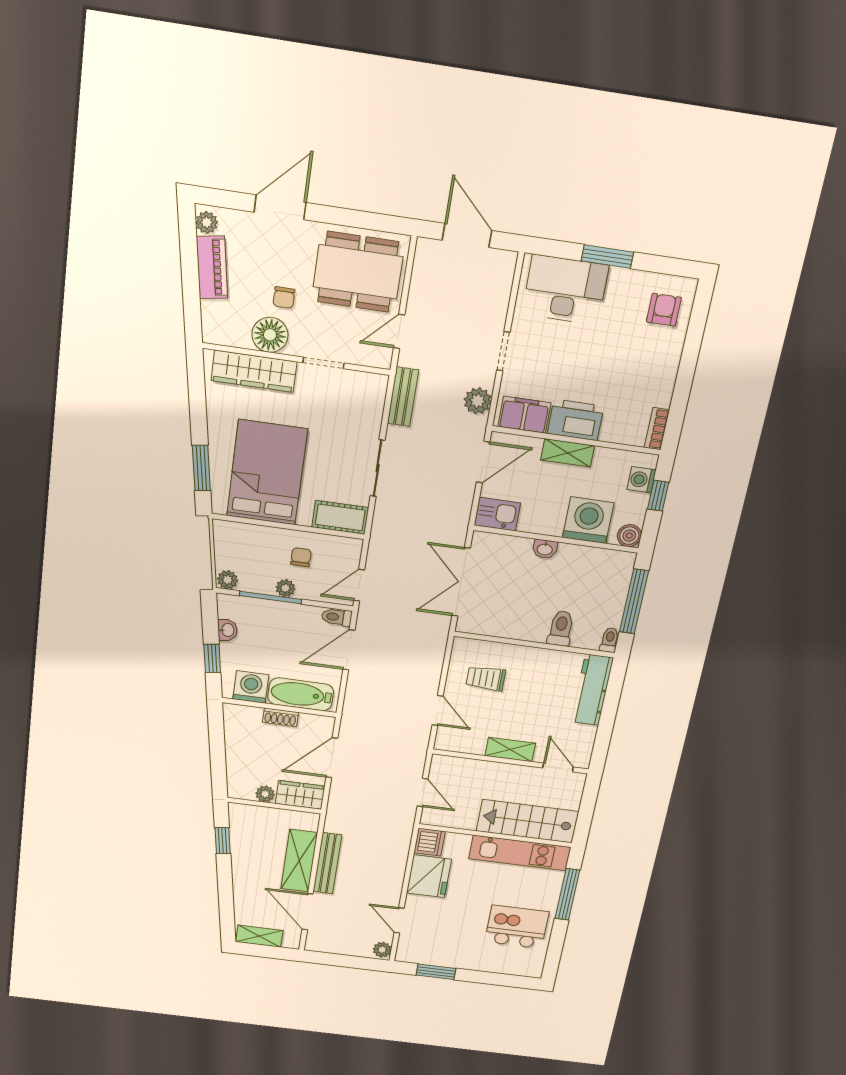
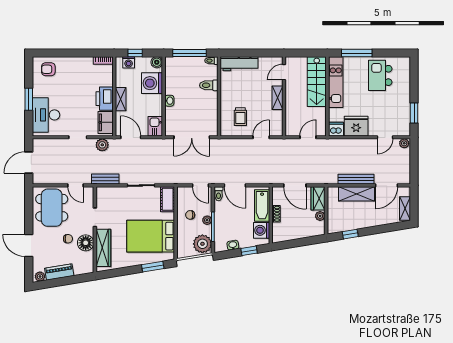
plant: (228, 580) -> (202, 244), width x1.87, depth x1.87

